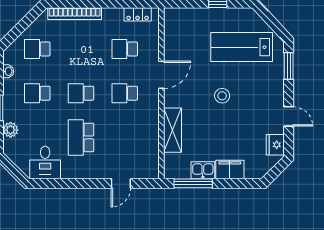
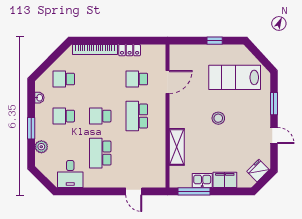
locker: (138, 14) -> (130, 50), moved
window: (289, 66) -> (274, 104), moved
door: (161, 75) -> (168, 82), moved
school desk: (125, 93) -> (137, 116), width x1.85
fridge: (275, 145) -> (258, 171), moved, turned 45
door: (121, 183) -> (134, 191), hinge flipped

